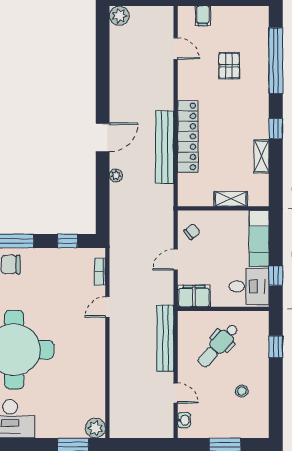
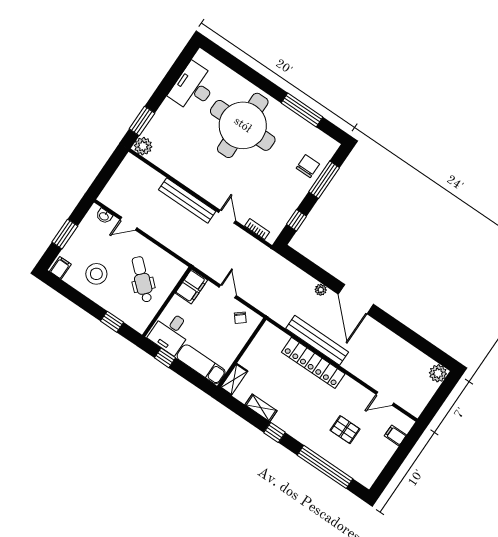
door: (103, 137) -> (356, 299), width x1.36
shelving: (231, 199) -> (234, 379), moved
bench: (165, 338) -> (187, 200), moved
stool: (242, 391) -> (96, 274), width x1.89, depth x1.89
filing cabinet: (259, 428) -> (60, 268), added

